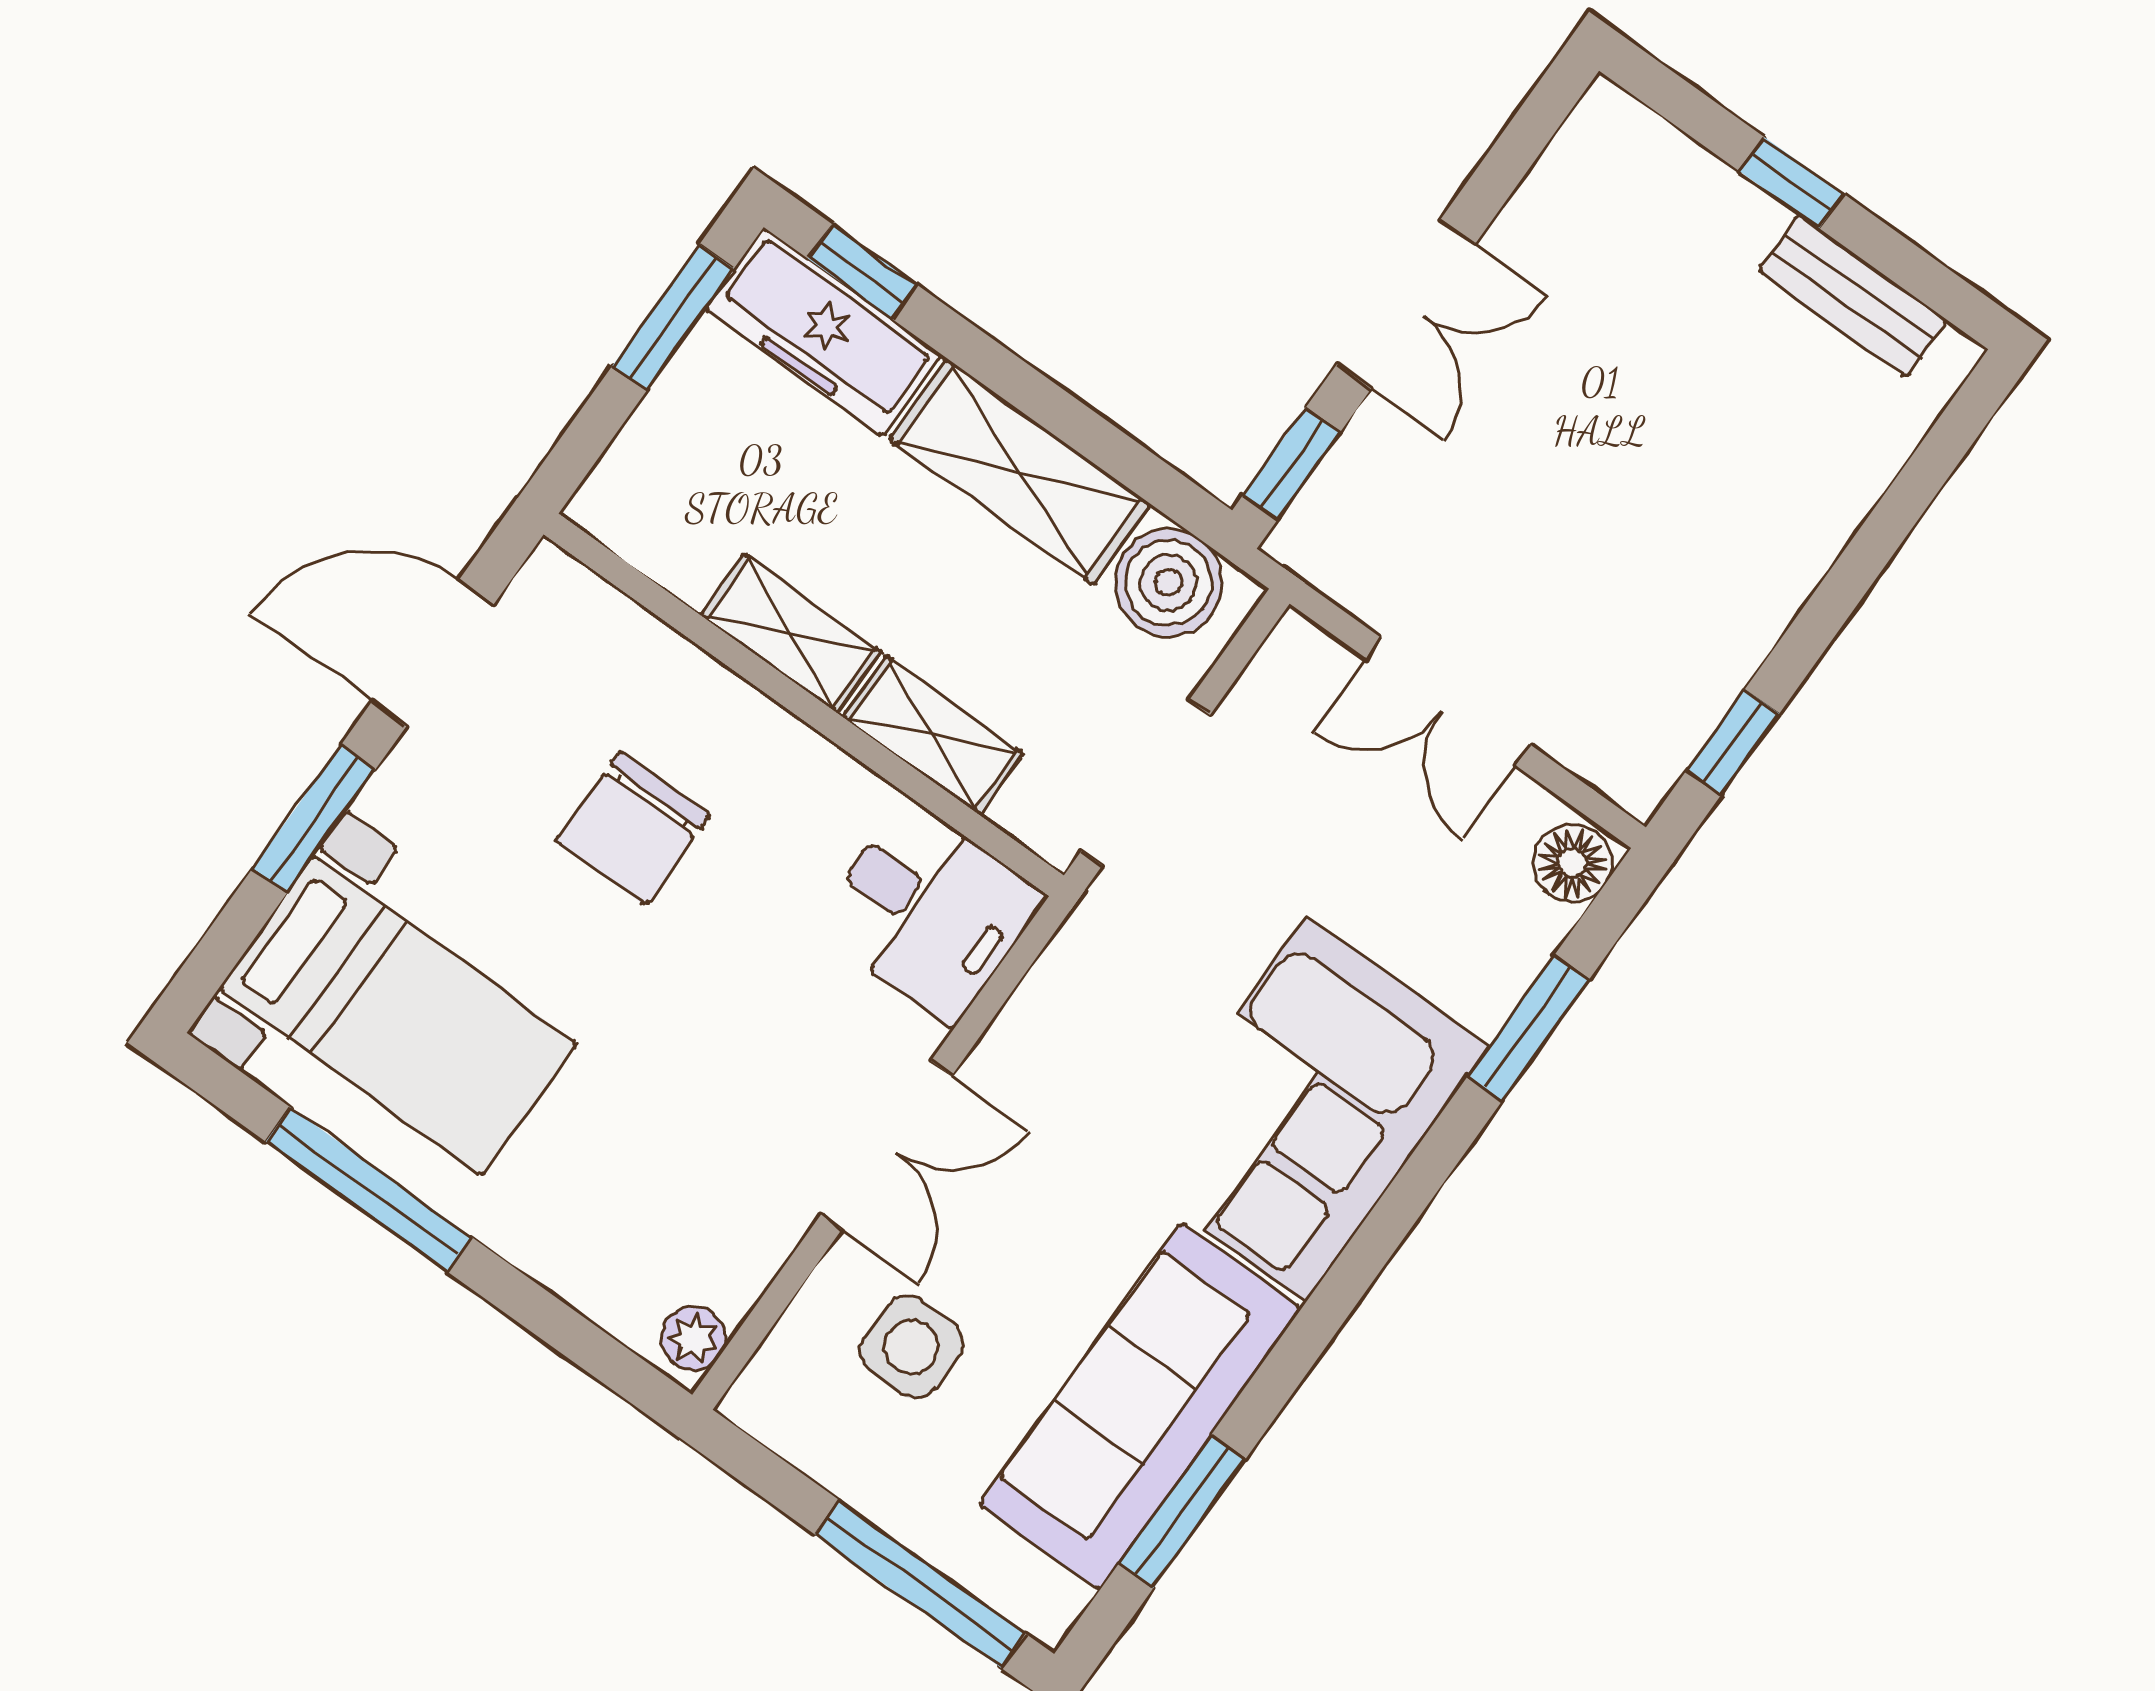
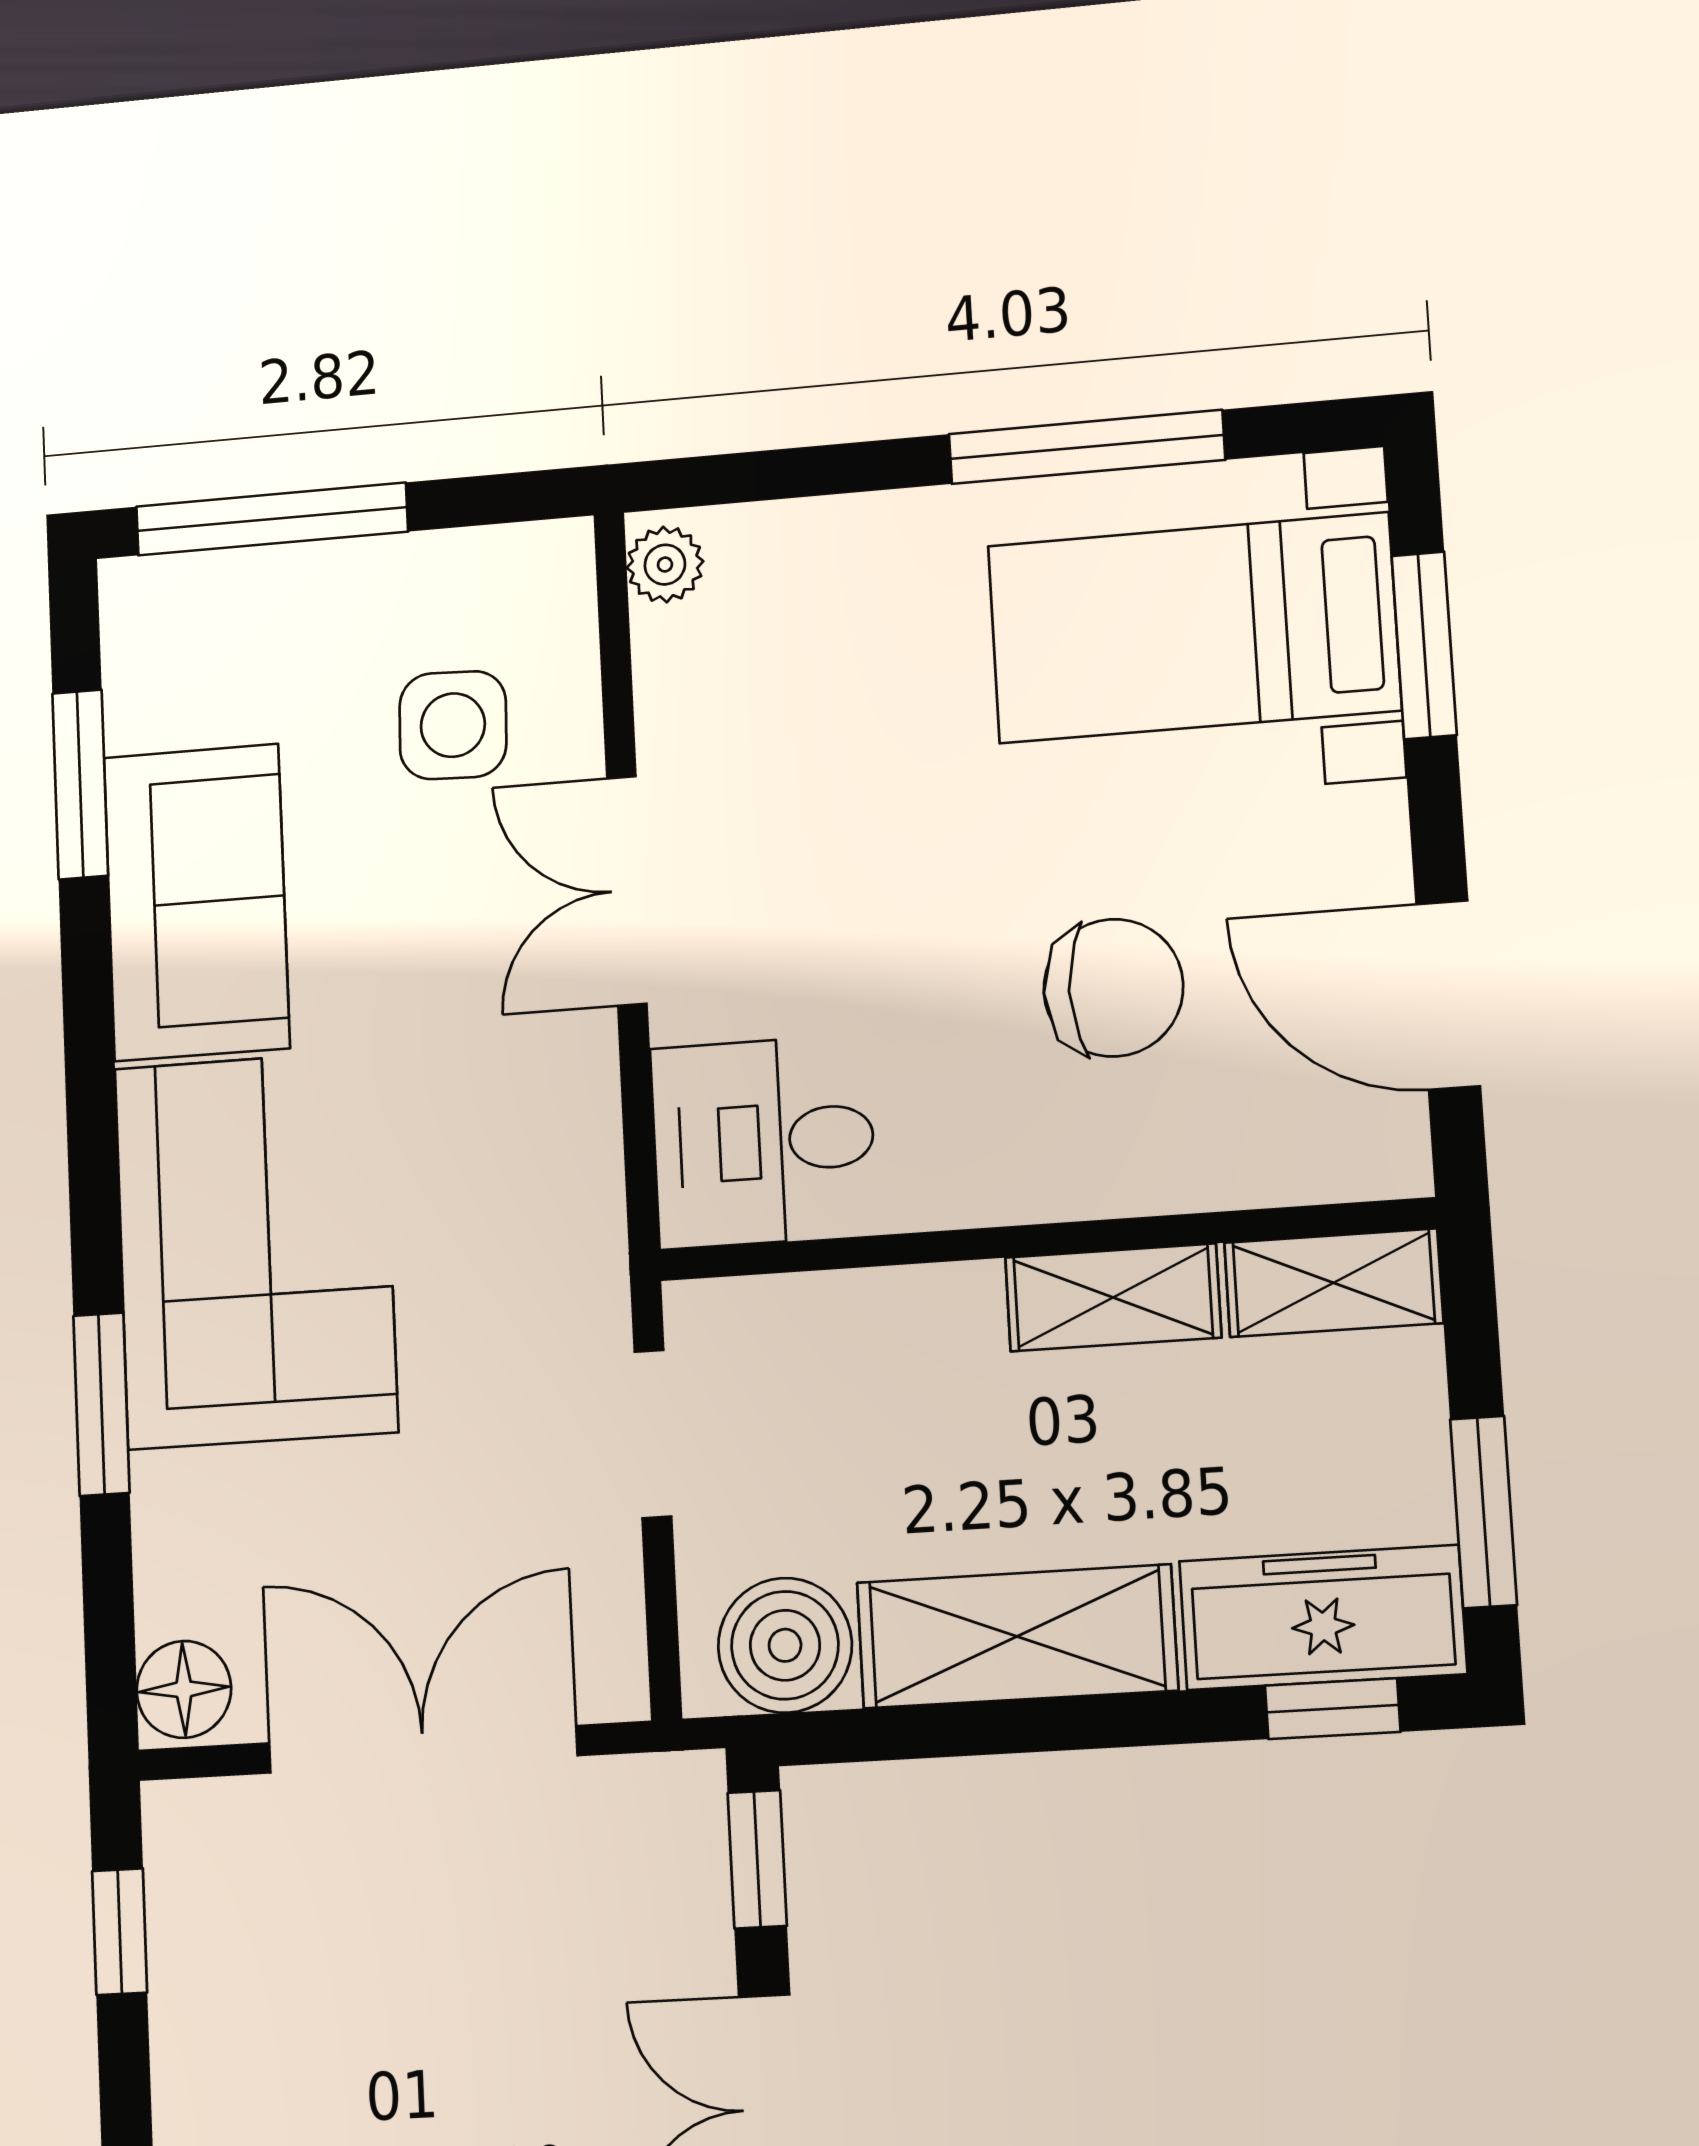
door: (433, 653) -> (1448, 995), swing flipped
double door: (1449, 702) -> (423, 1749), width x1.37
shelving: (933, 736) -> (1334, 1283), moved
doorway: (1146, 783) -> (653, 1434), width x0.73
window: (314, 819) -> (1424, 645), moved
chair: (633, 828) -> (1113, 988), turned 90
window: (1528, 1028) -> (102, 1404), moved
sofa: (1141, 1407) -> (197, 902), width x0.73

